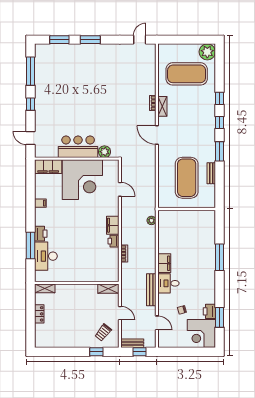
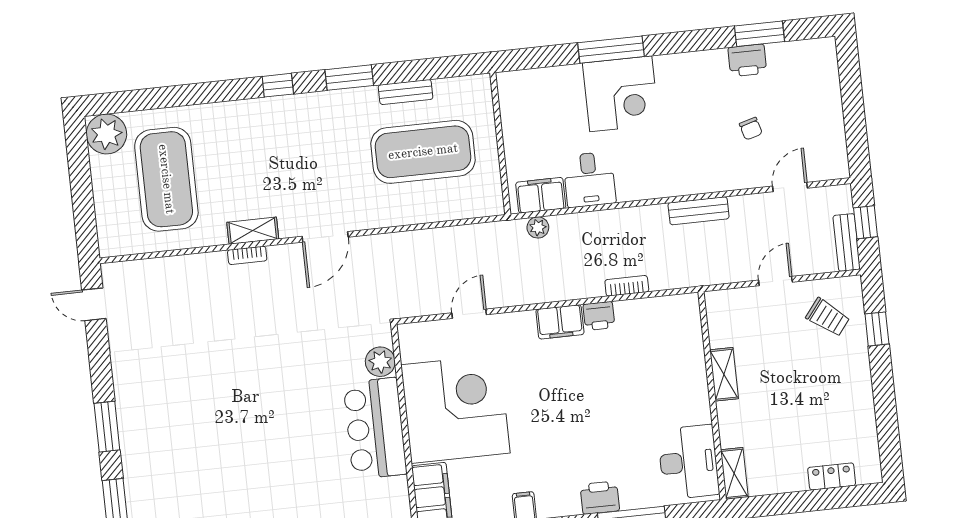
window: (219, 98) -> (218, 92), removed
desk: (46, 256) -> (689, 462), moved, turned -90
filing cabinet: (164, 263) -> (541, 195), moved
desk: (168, 283) -> (589, 180), moved
shelving: (108, 289) -> (724, 374), moved
bench: (151, 290) -> (699, 211), width x0.73
locker: (39, 314) -> (832, 476), moved
corner desk: (201, 333) -> (621, 94), moved

